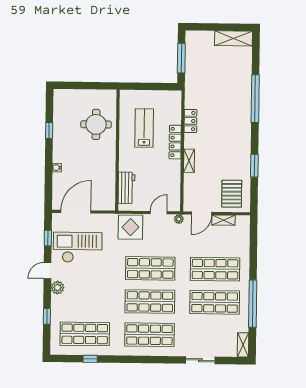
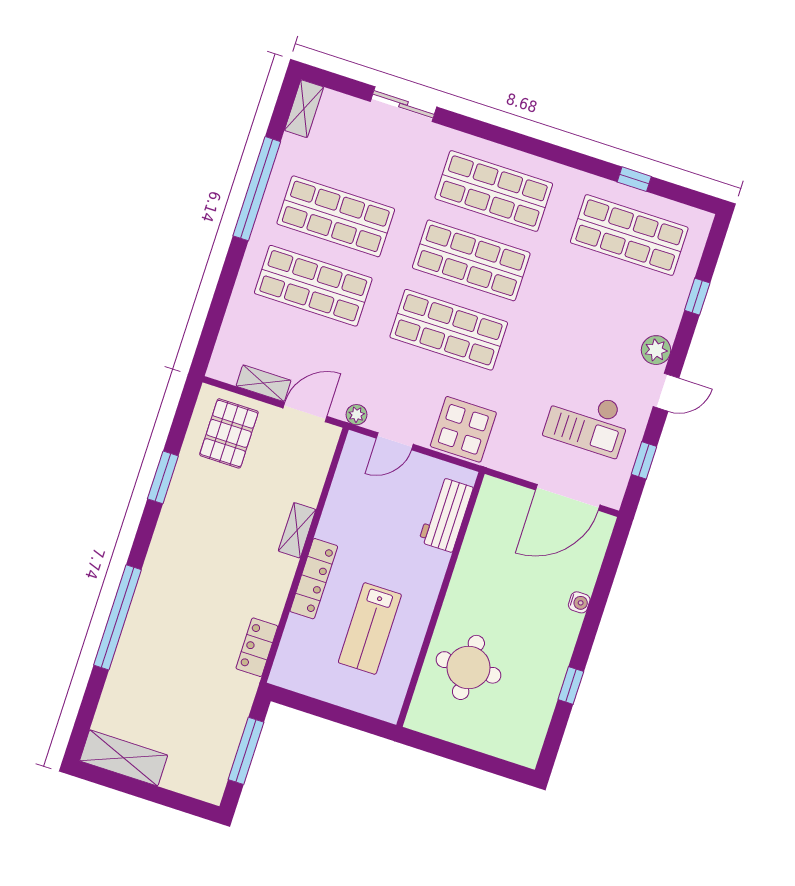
locker: (190, 121) -> (257, 647), moved
checkout: (78, 247) -> (588, 421), width x0.73, depth x0.83

